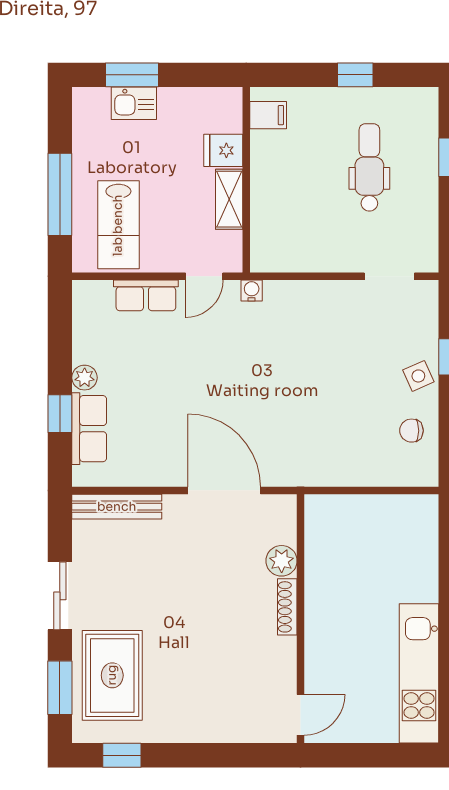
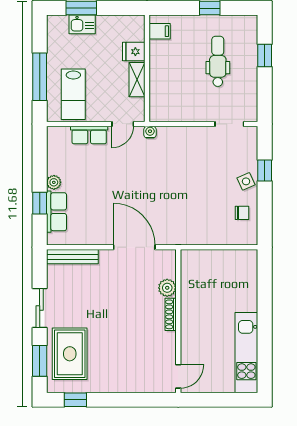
chair: (411, 431) -> (242, 213), turned 180

